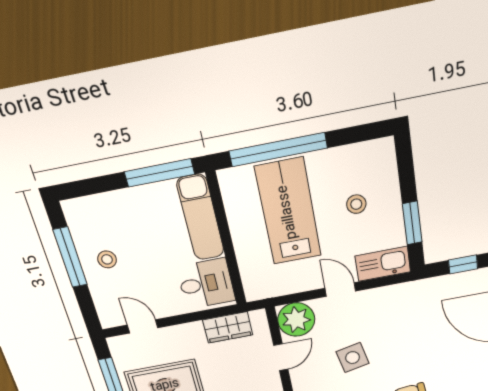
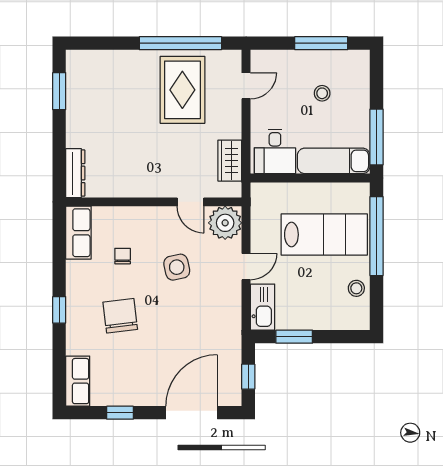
stool: (356, 204) -> (356, 288), moved
stool: (107, 259) -> (322, 93), moved

